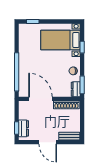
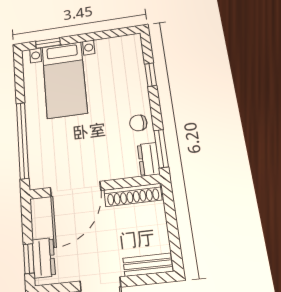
bed with nightstands: (60, 40) -> (64, 80), moved, turned -90
door: (40, 99) -> (75, 189), swing flipped

